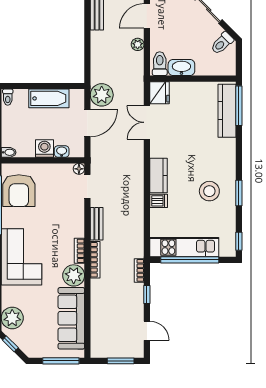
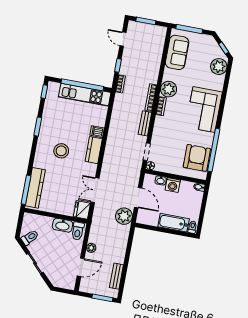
bathtub: (49, 98) -> (174, 223), moved
double door: (147, 122) -> (95, 190), swing flipped
door: (87, 123) -> (138, 198), swing flipped
stool: (209, 191) -> (61, 151), moved
sofa: (71, 318) -> (177, 52), width x0.73

